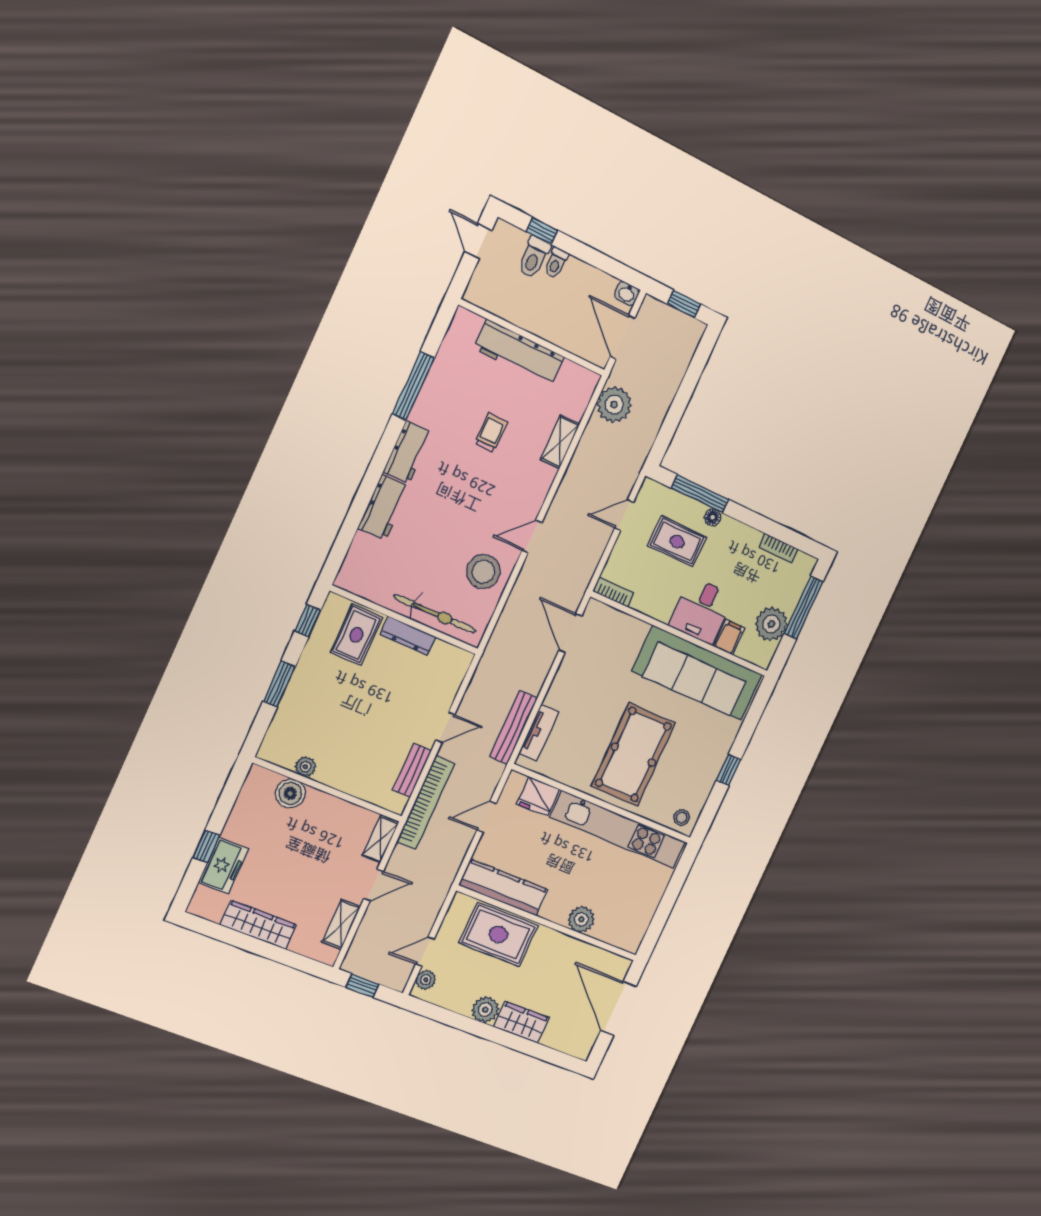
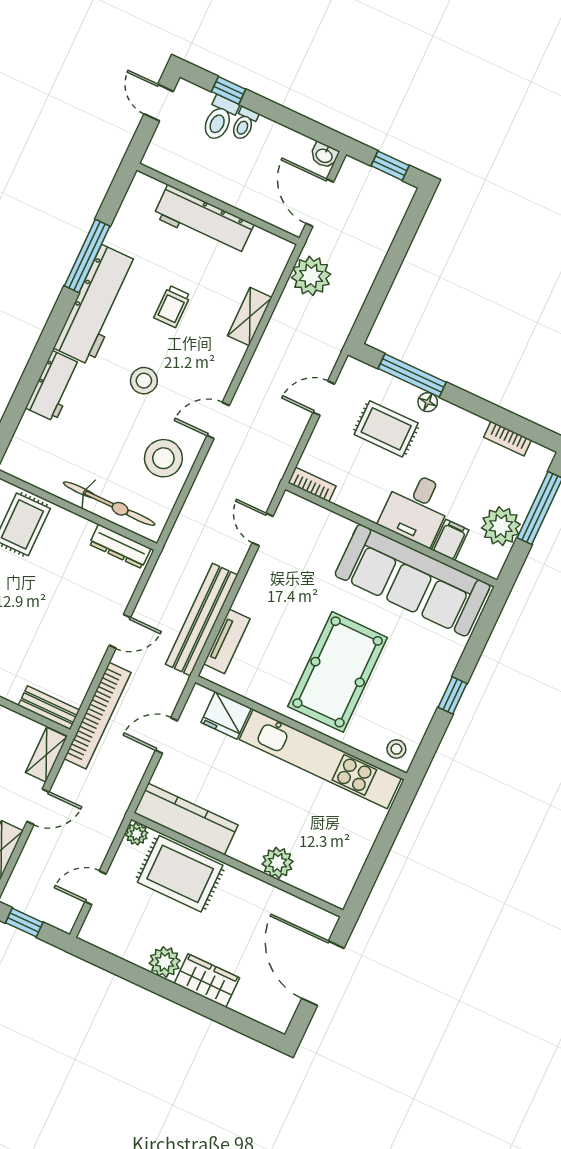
trolley: (491, 433) -> (172, 306), turned 180
workbench: (408, 452) -> (96, 305), width x1.88, depth x1.32
stool: (466, 501) -> (144, 381), added
door: (570, 633) -> (263, 529), width x0.73
dresser: (408, 636) -> (120, 546), moved
bench: (514, 727) -> (202, 620), width x1.37, depth x1.21
bench: (412, 770) -> (49, 708), moved, turned 90
plant: (426, 980) -> (137, 834), moved

